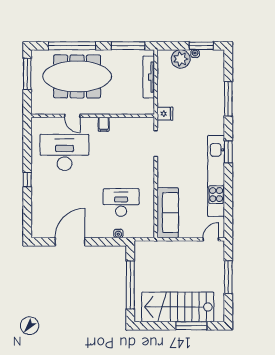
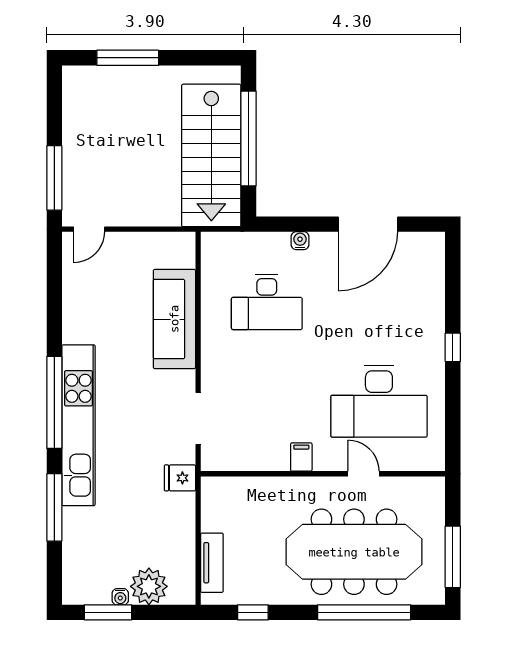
window: (128, 46) -> (253, 612), width x0.46
tv unit: (149, 77) -> (212, 563), width x0.71
window: (228, 152) -> (54, 402), width x2.11
kitchen unit: (216, 176) -> (79, 425), moved
sofa: (168, 213) -> (174, 319), moved
water cooler: (118, 233) -> (300, 241), moved
window: (228, 277) -> (54, 178), moved
stairs: (178, 307) -> (211, 155), moved, turned 90

